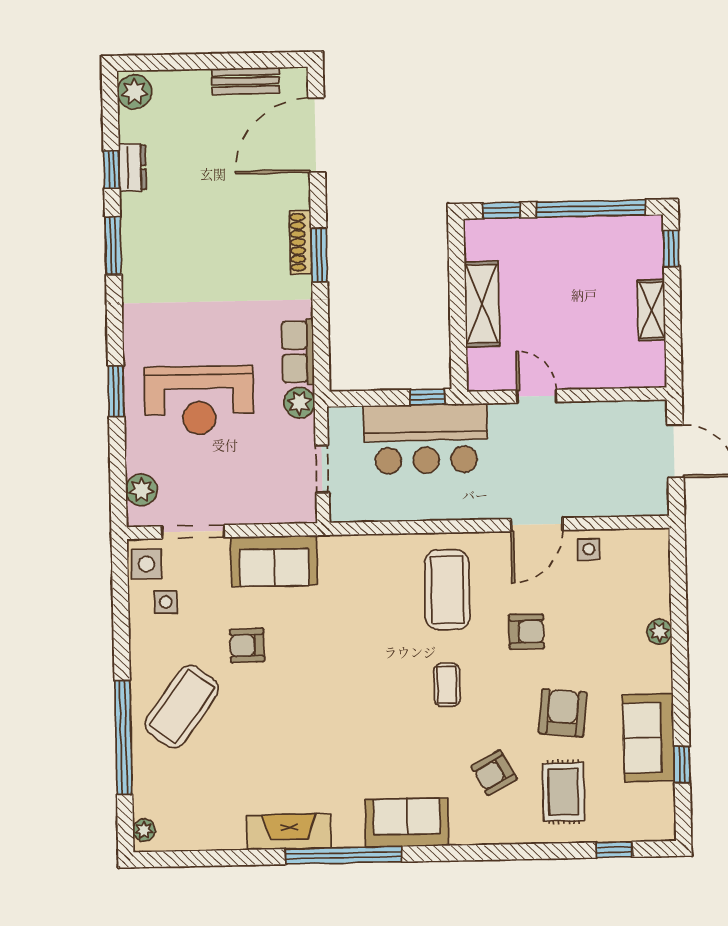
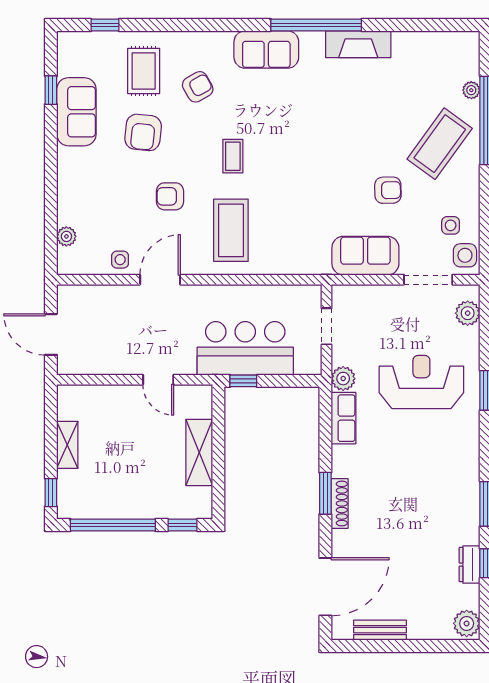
plant: (659, 632) -> (66, 236), moved
plant: (144, 830) -> (471, 90), moved

